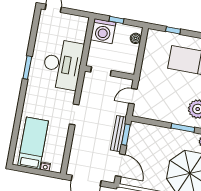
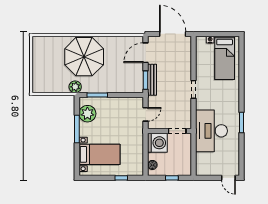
washing machine: (103, 31) -> (157, 143), moved, turned 90
door: (120, 165) -> (146, 53), hinge flipped

